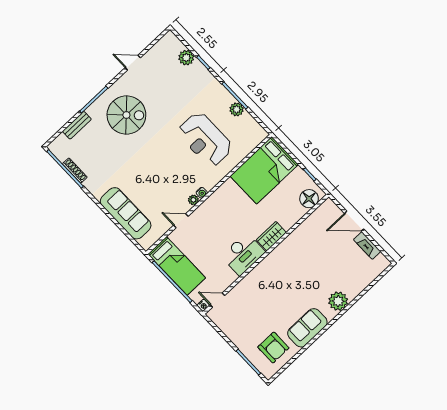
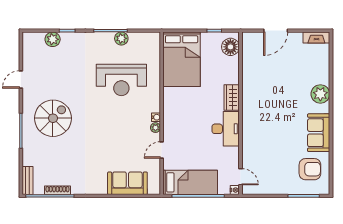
bench: (77, 125) -> (28, 181), moved
sofa: (126, 213) -> (127, 183), width x0.73
fireplace: (367, 246) -> (316, 37), moved
door: (217, 300) -> (241, 177), swing flipped

